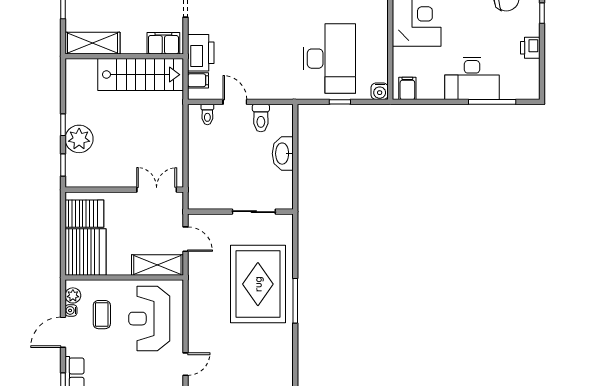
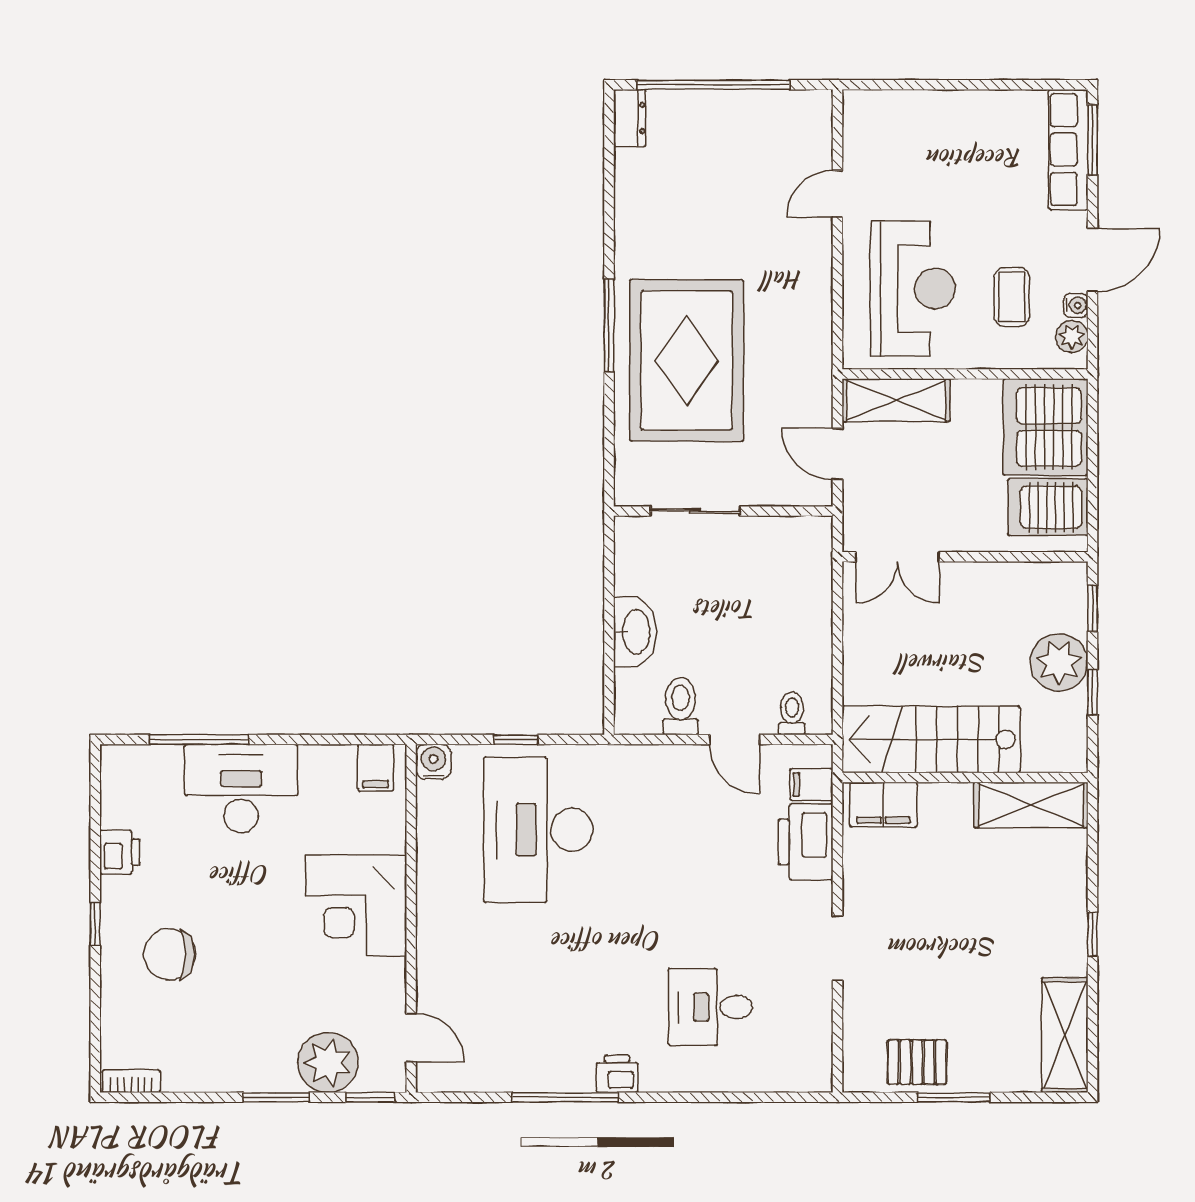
shelving: (93, 43) -> (1031, 805), moved
filing cabinet: (163, 43) -> (883, 805), moved
wall: (124, 56) -> (965, 778), moved
stairs: (141, 75) -> (931, 739), moved

